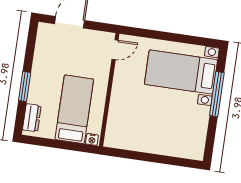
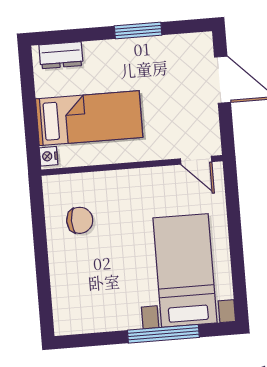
window: (25, 86) -> (138, 30), moved
chair: (136, 129) -> (80, 220), added

